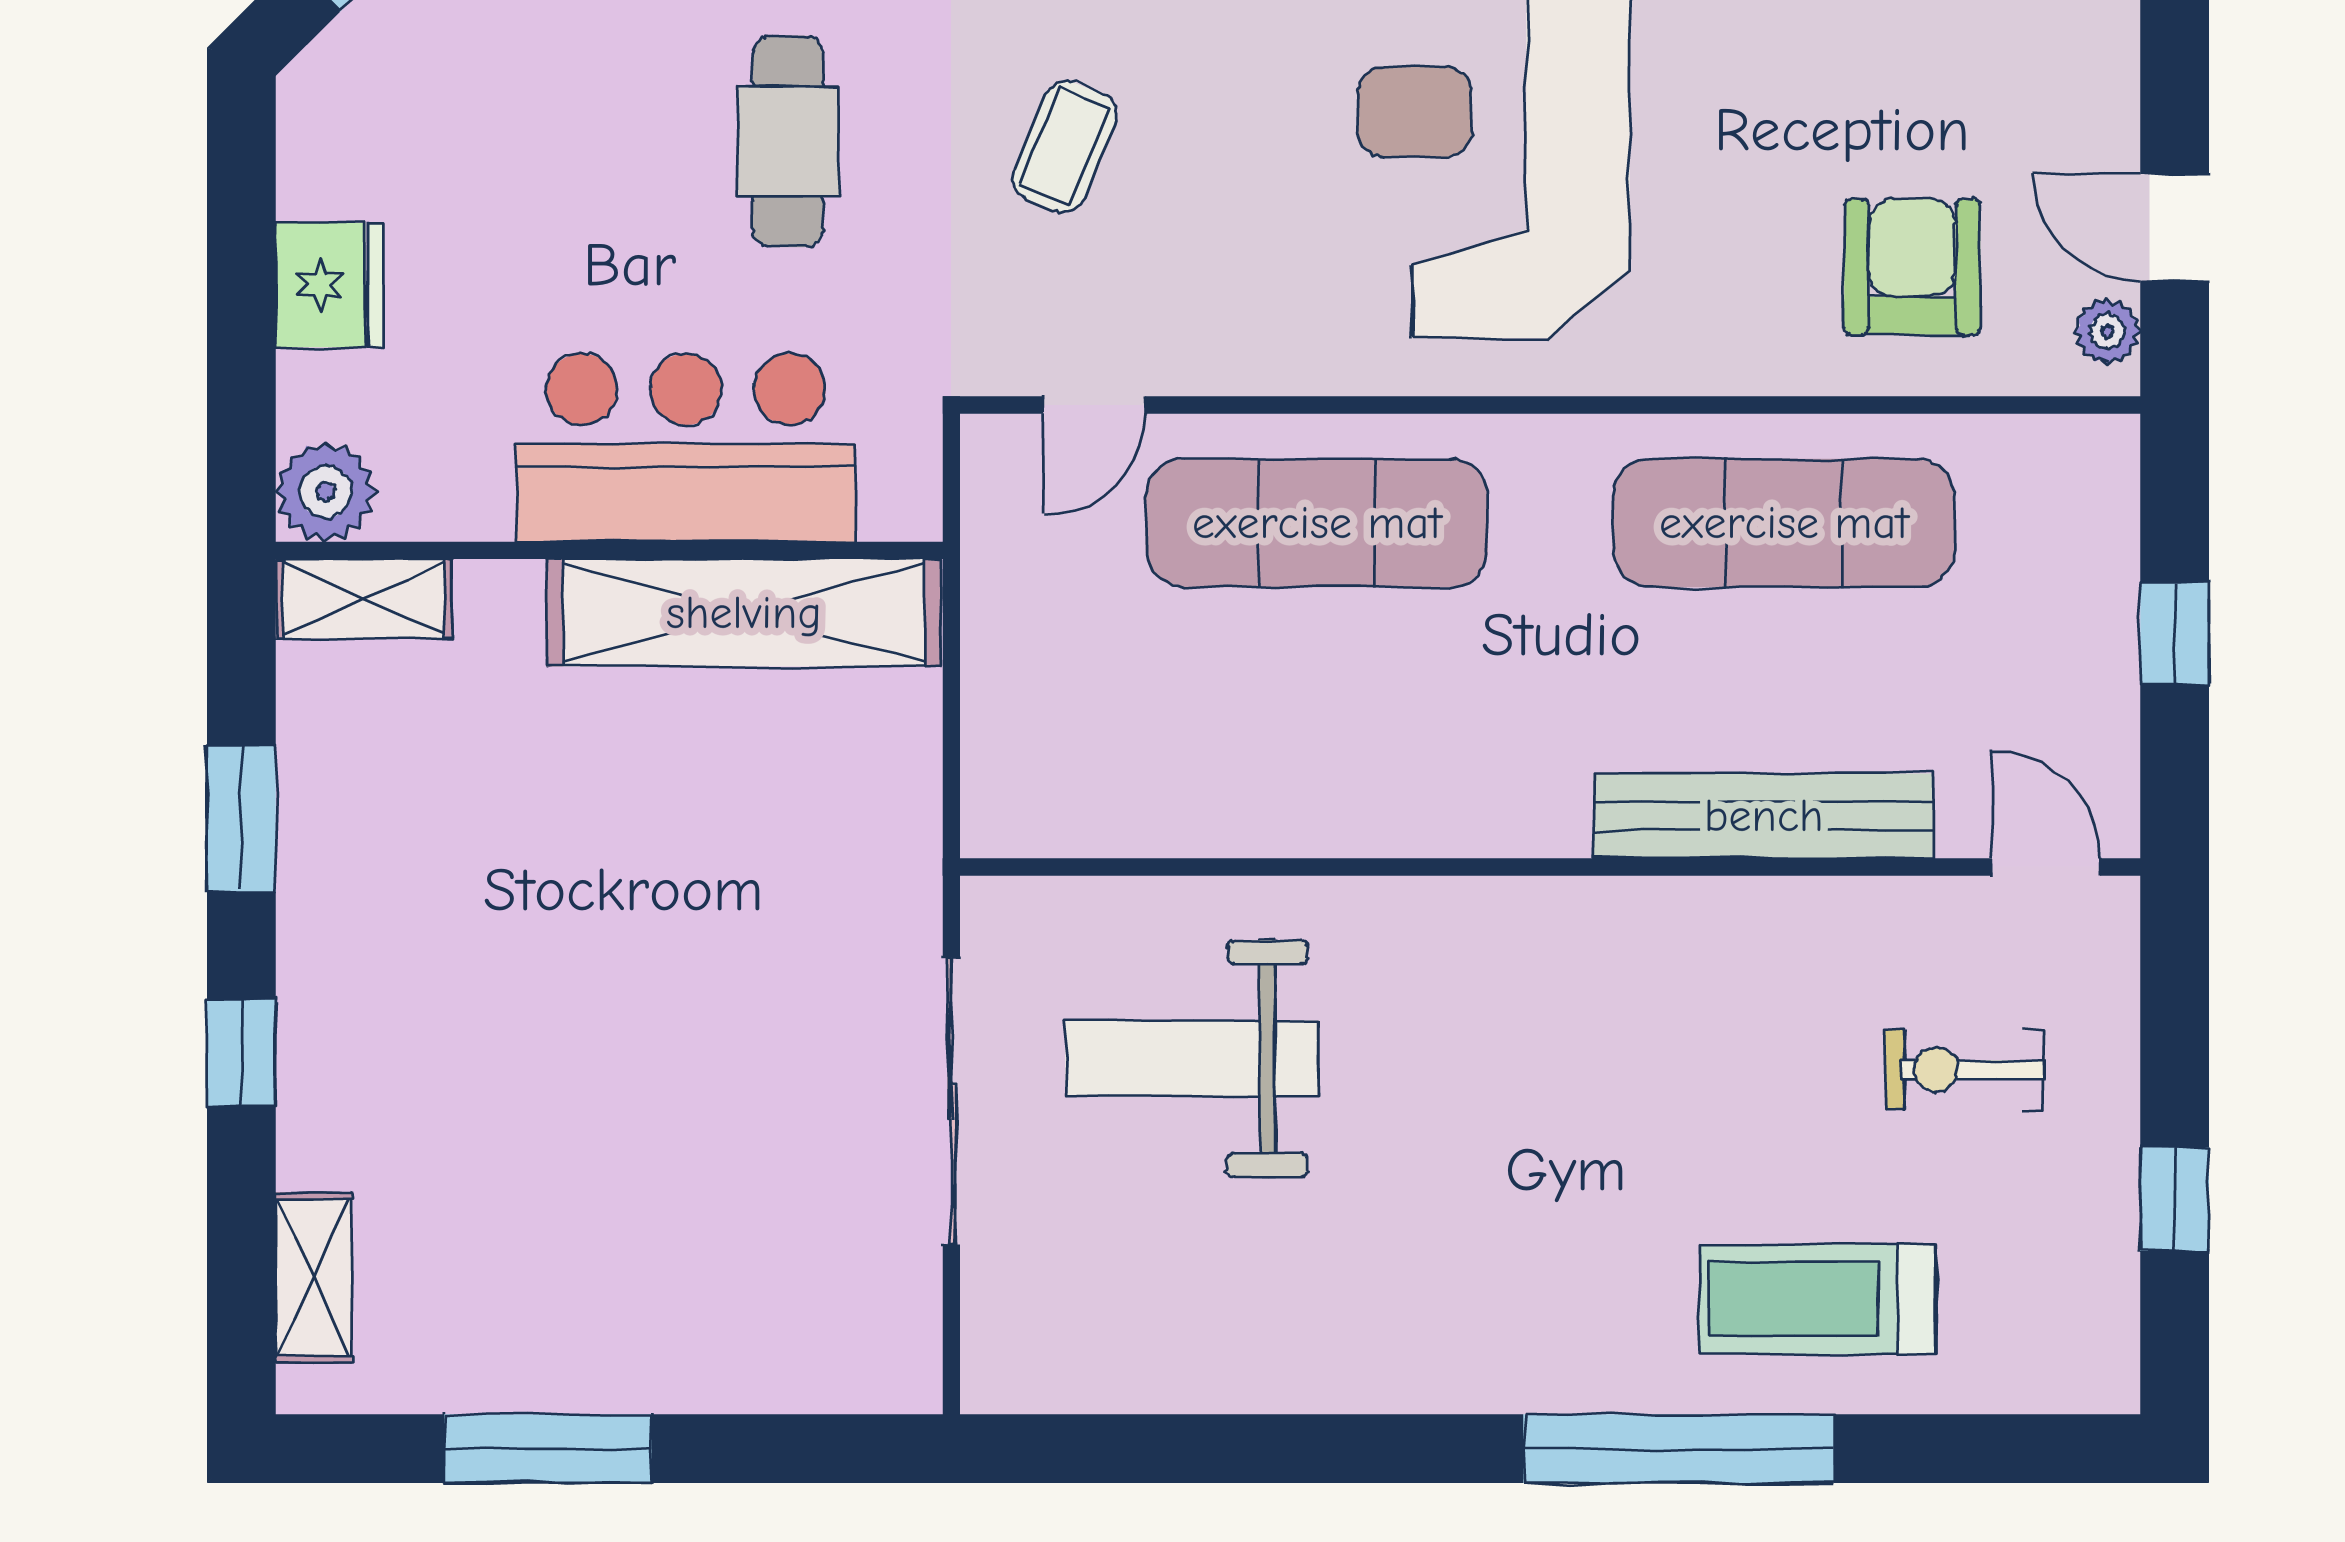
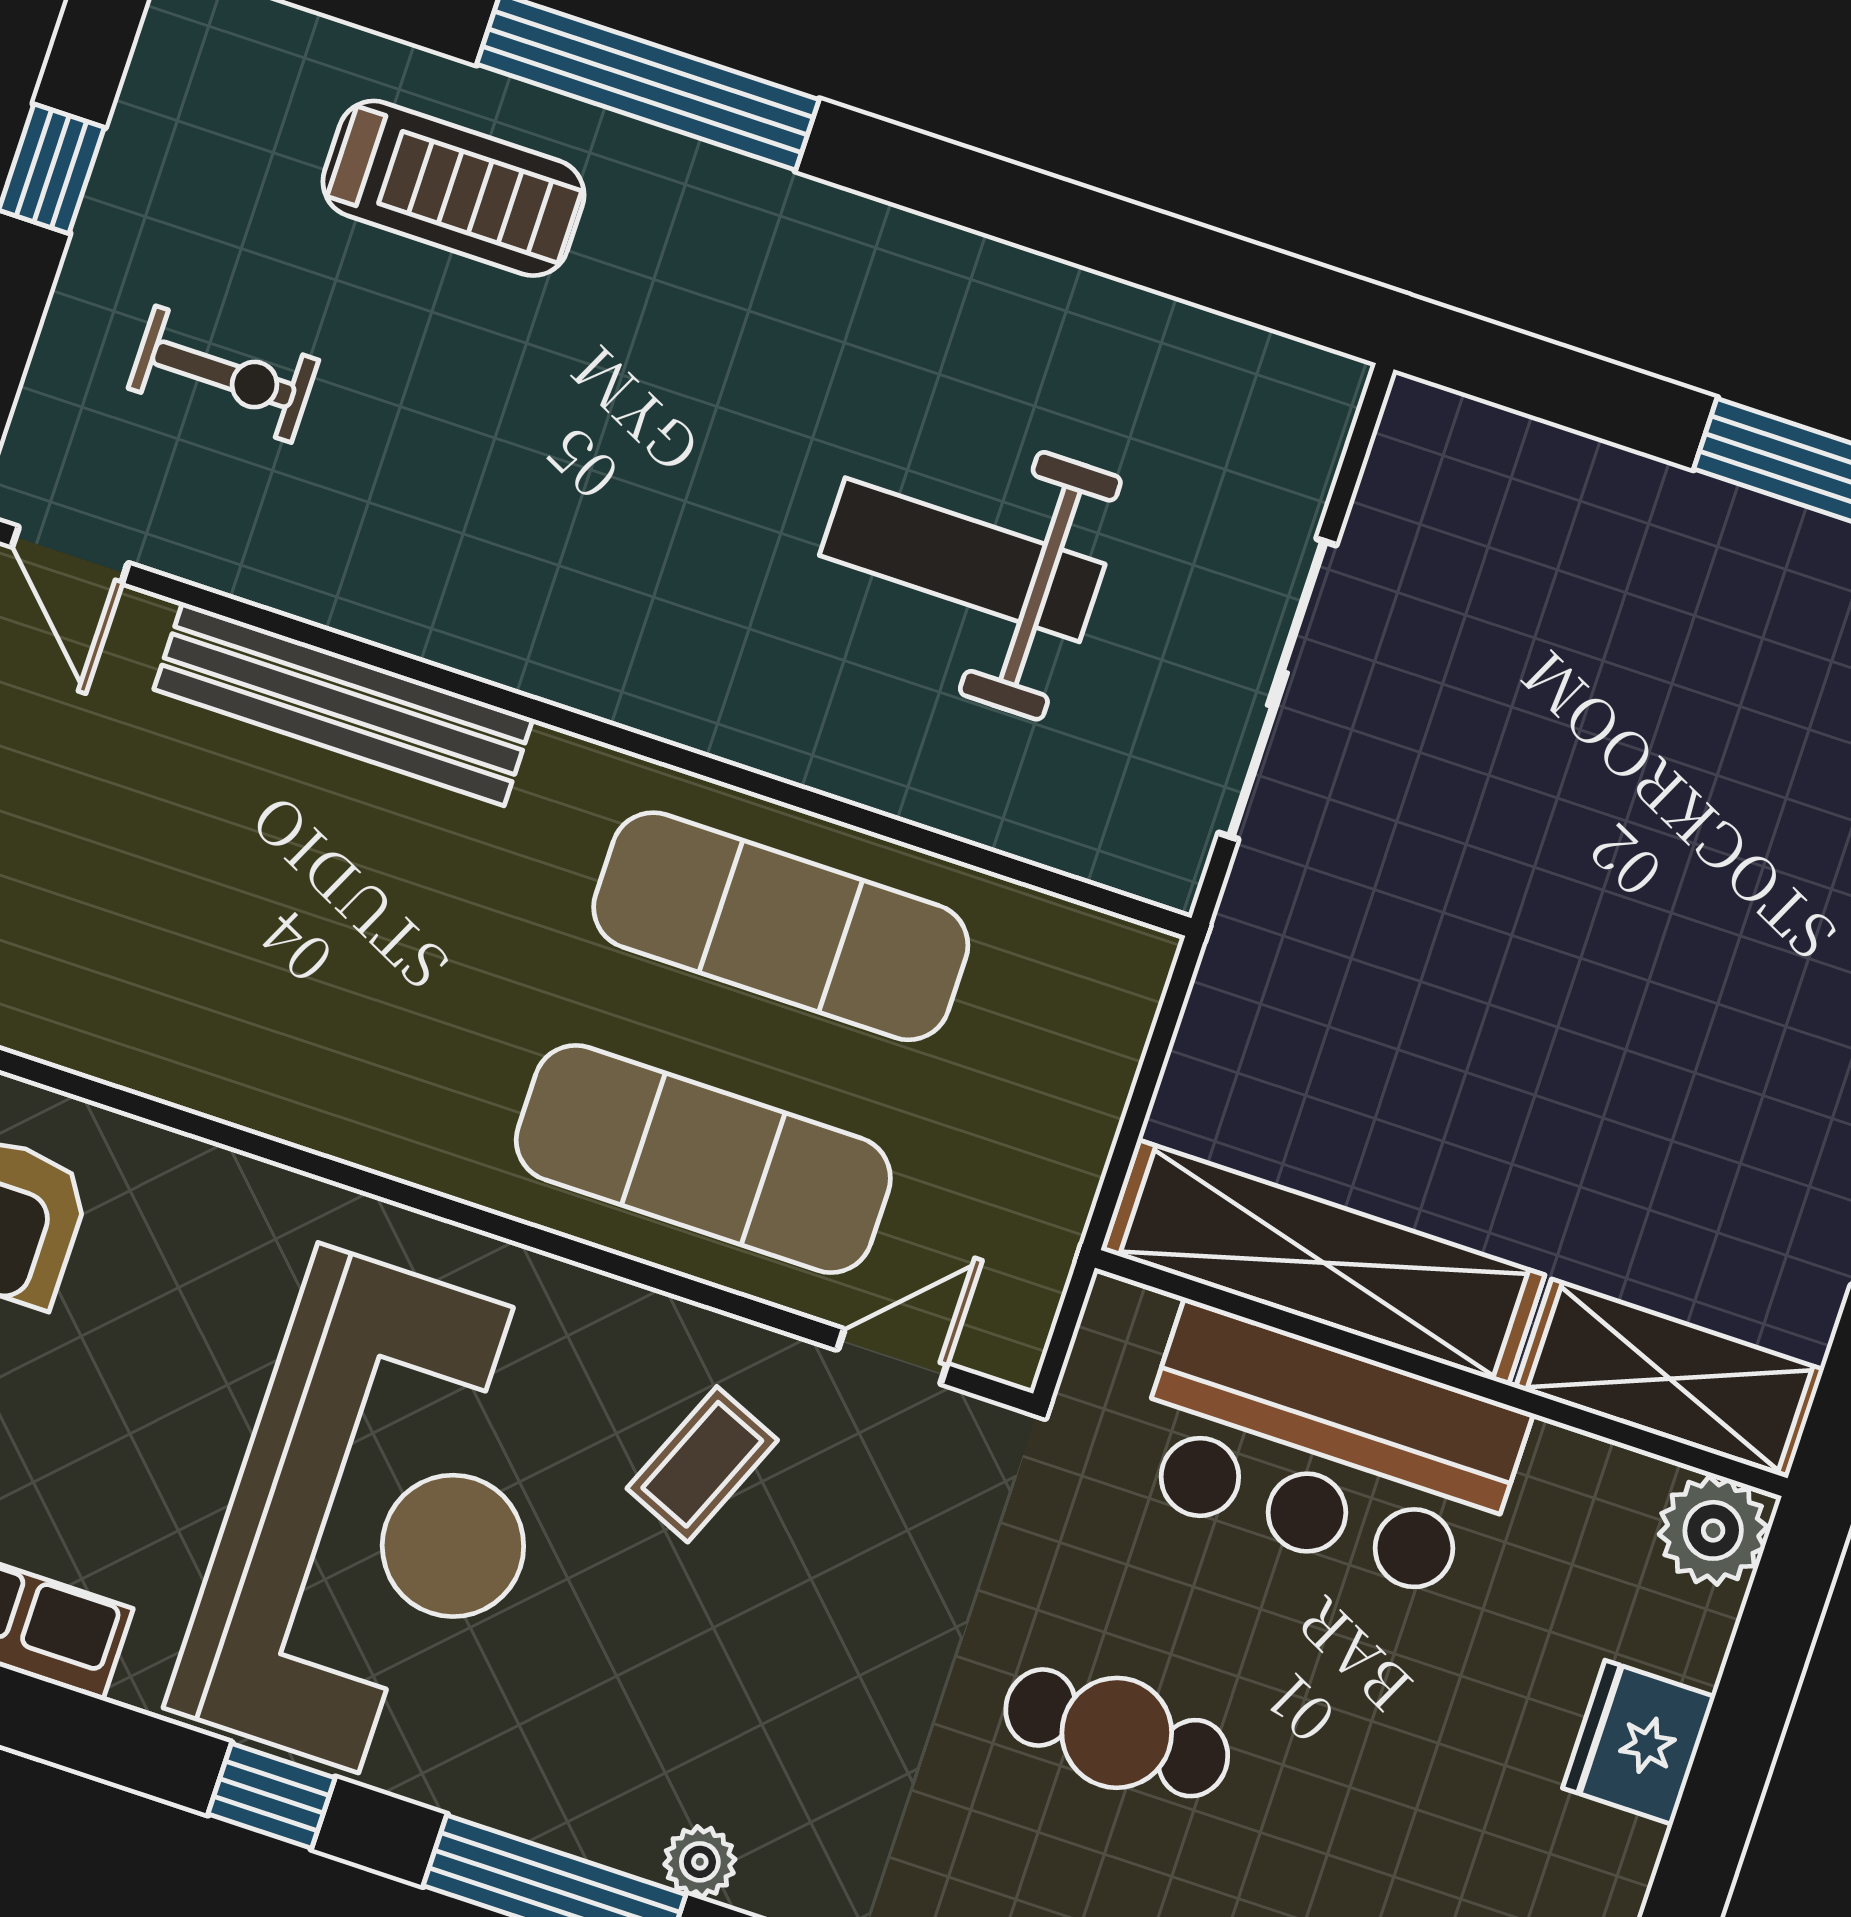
cafe table: (788, 141) -> (1117, 1733), turned 90
coffee table: (1065, 147) -> (702, 1464), moved
exercise mat: (1784, 523) -> (781, 926), moved
shelving: (364, 599) -> (1670, 1379), width x1.50, depth x1.33
weight bench: (1192, 1059) -> (962, 560), moved, turned 180

